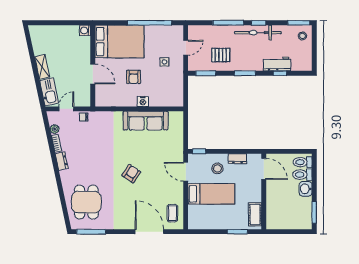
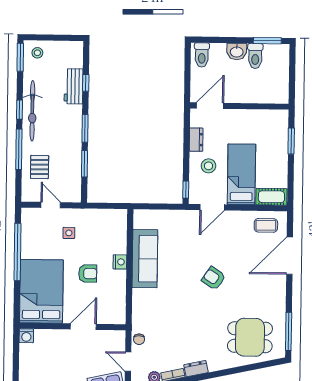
pallet: (221, 55) -> (40, 167), moved
window: (206, 73) -> (85, 164), moved
toilet: (302, 175) -> (255, 56), moved
cot: (255, 214) -> (271, 197), moved

